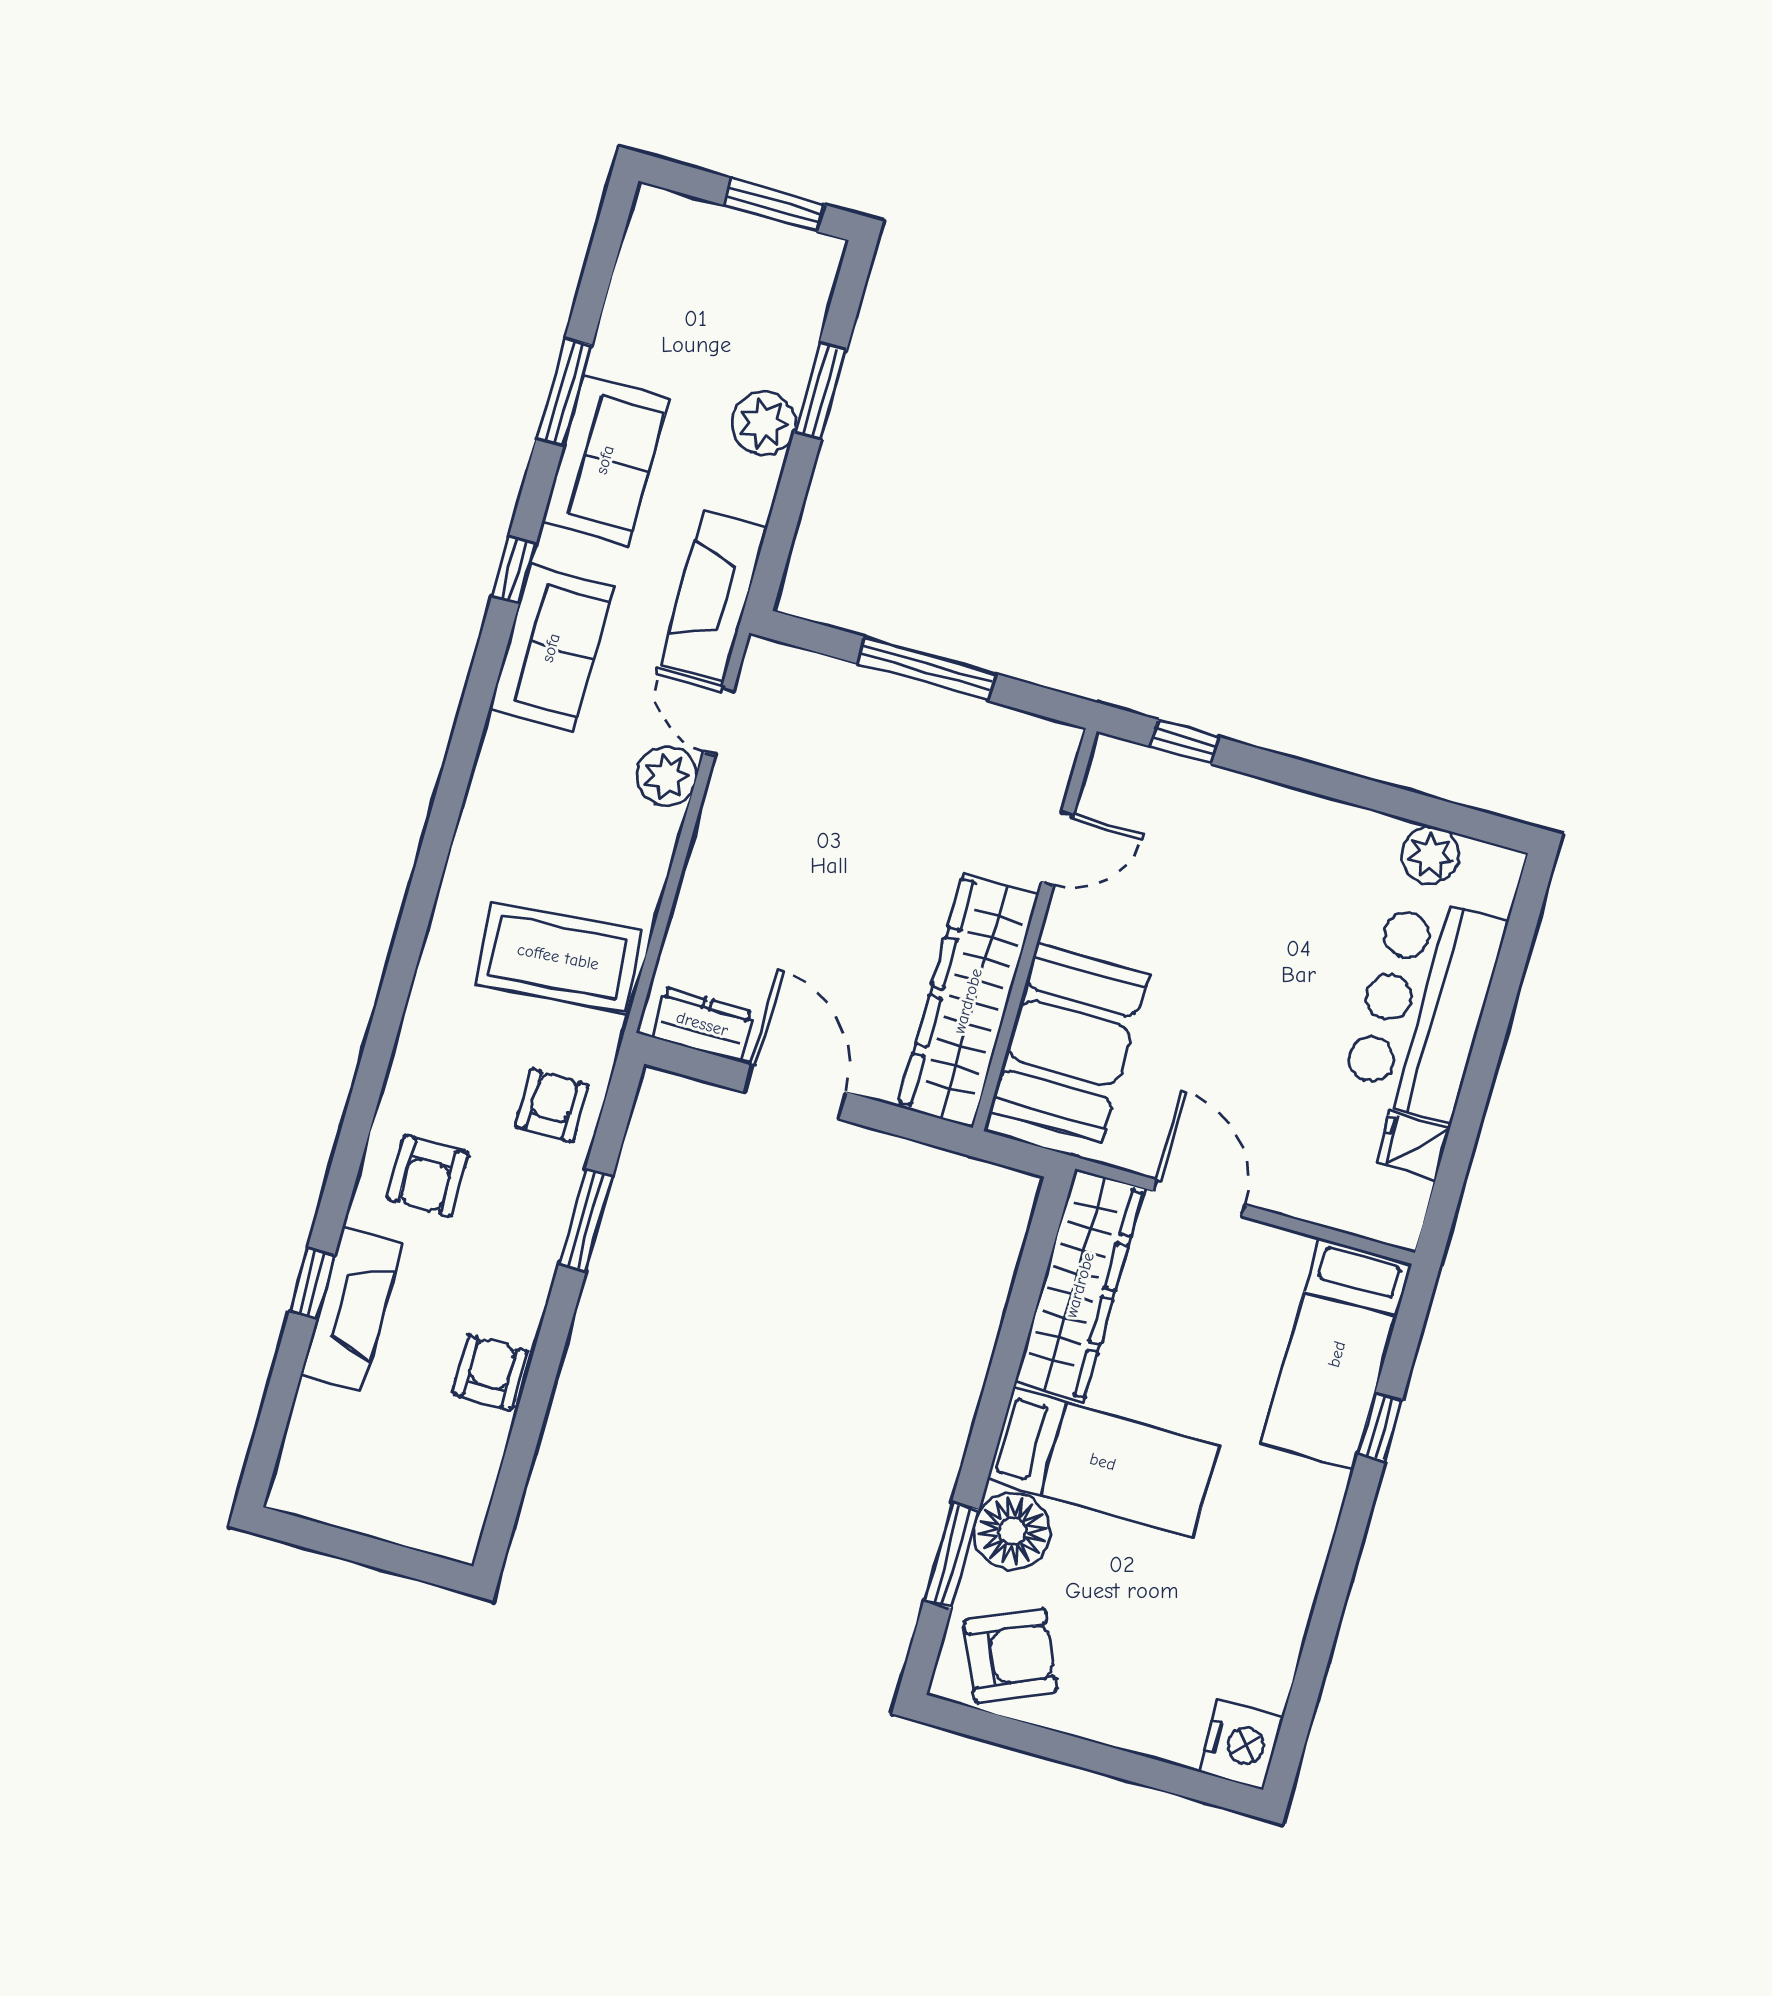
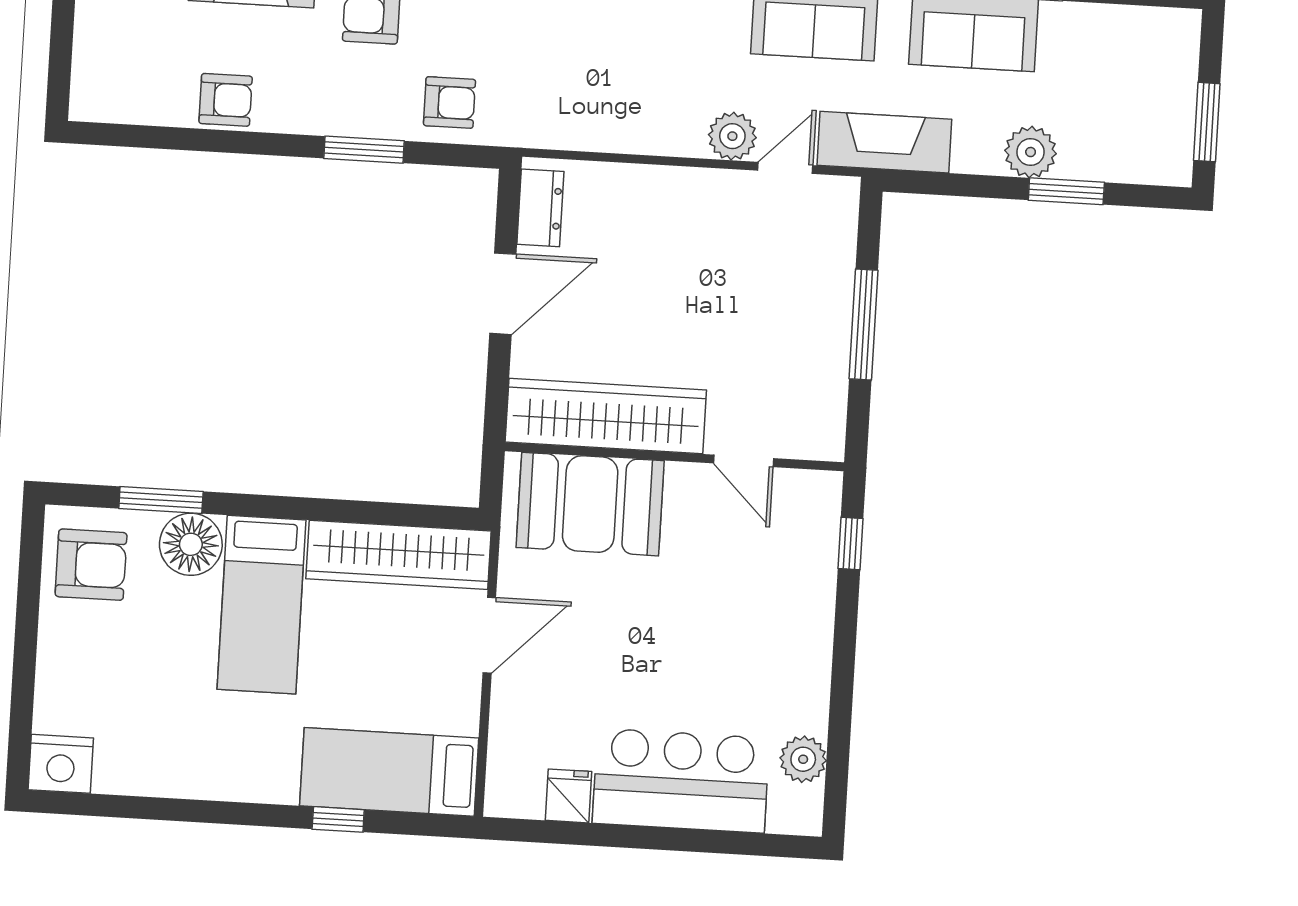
coffee table: (558, 957) -> (569, 81), removed
armchair: (1010, 1656) -> (91, 565), turned -66

